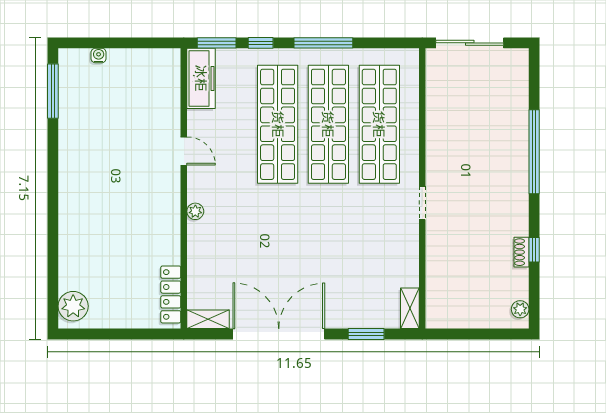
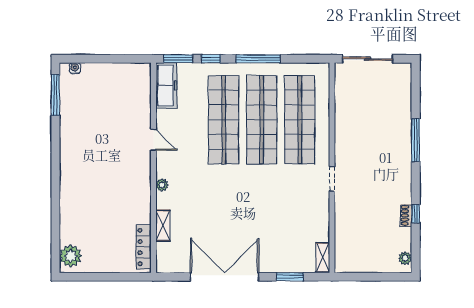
water cooler: (99, 55) -> (75, 68), moved
window: (534, 152) -> (416, 140), width x0.68
shelving: (208, 319) -> (163, 226), moved, turned 90

